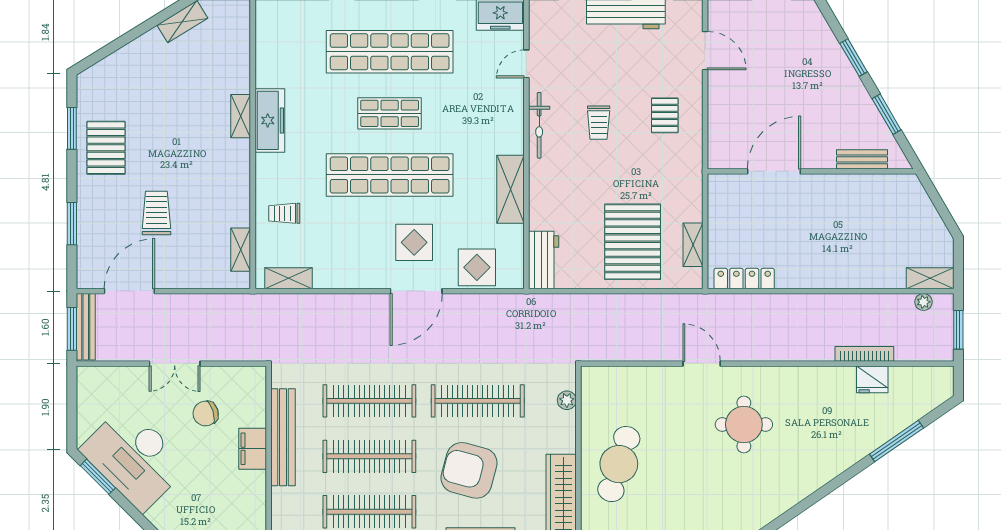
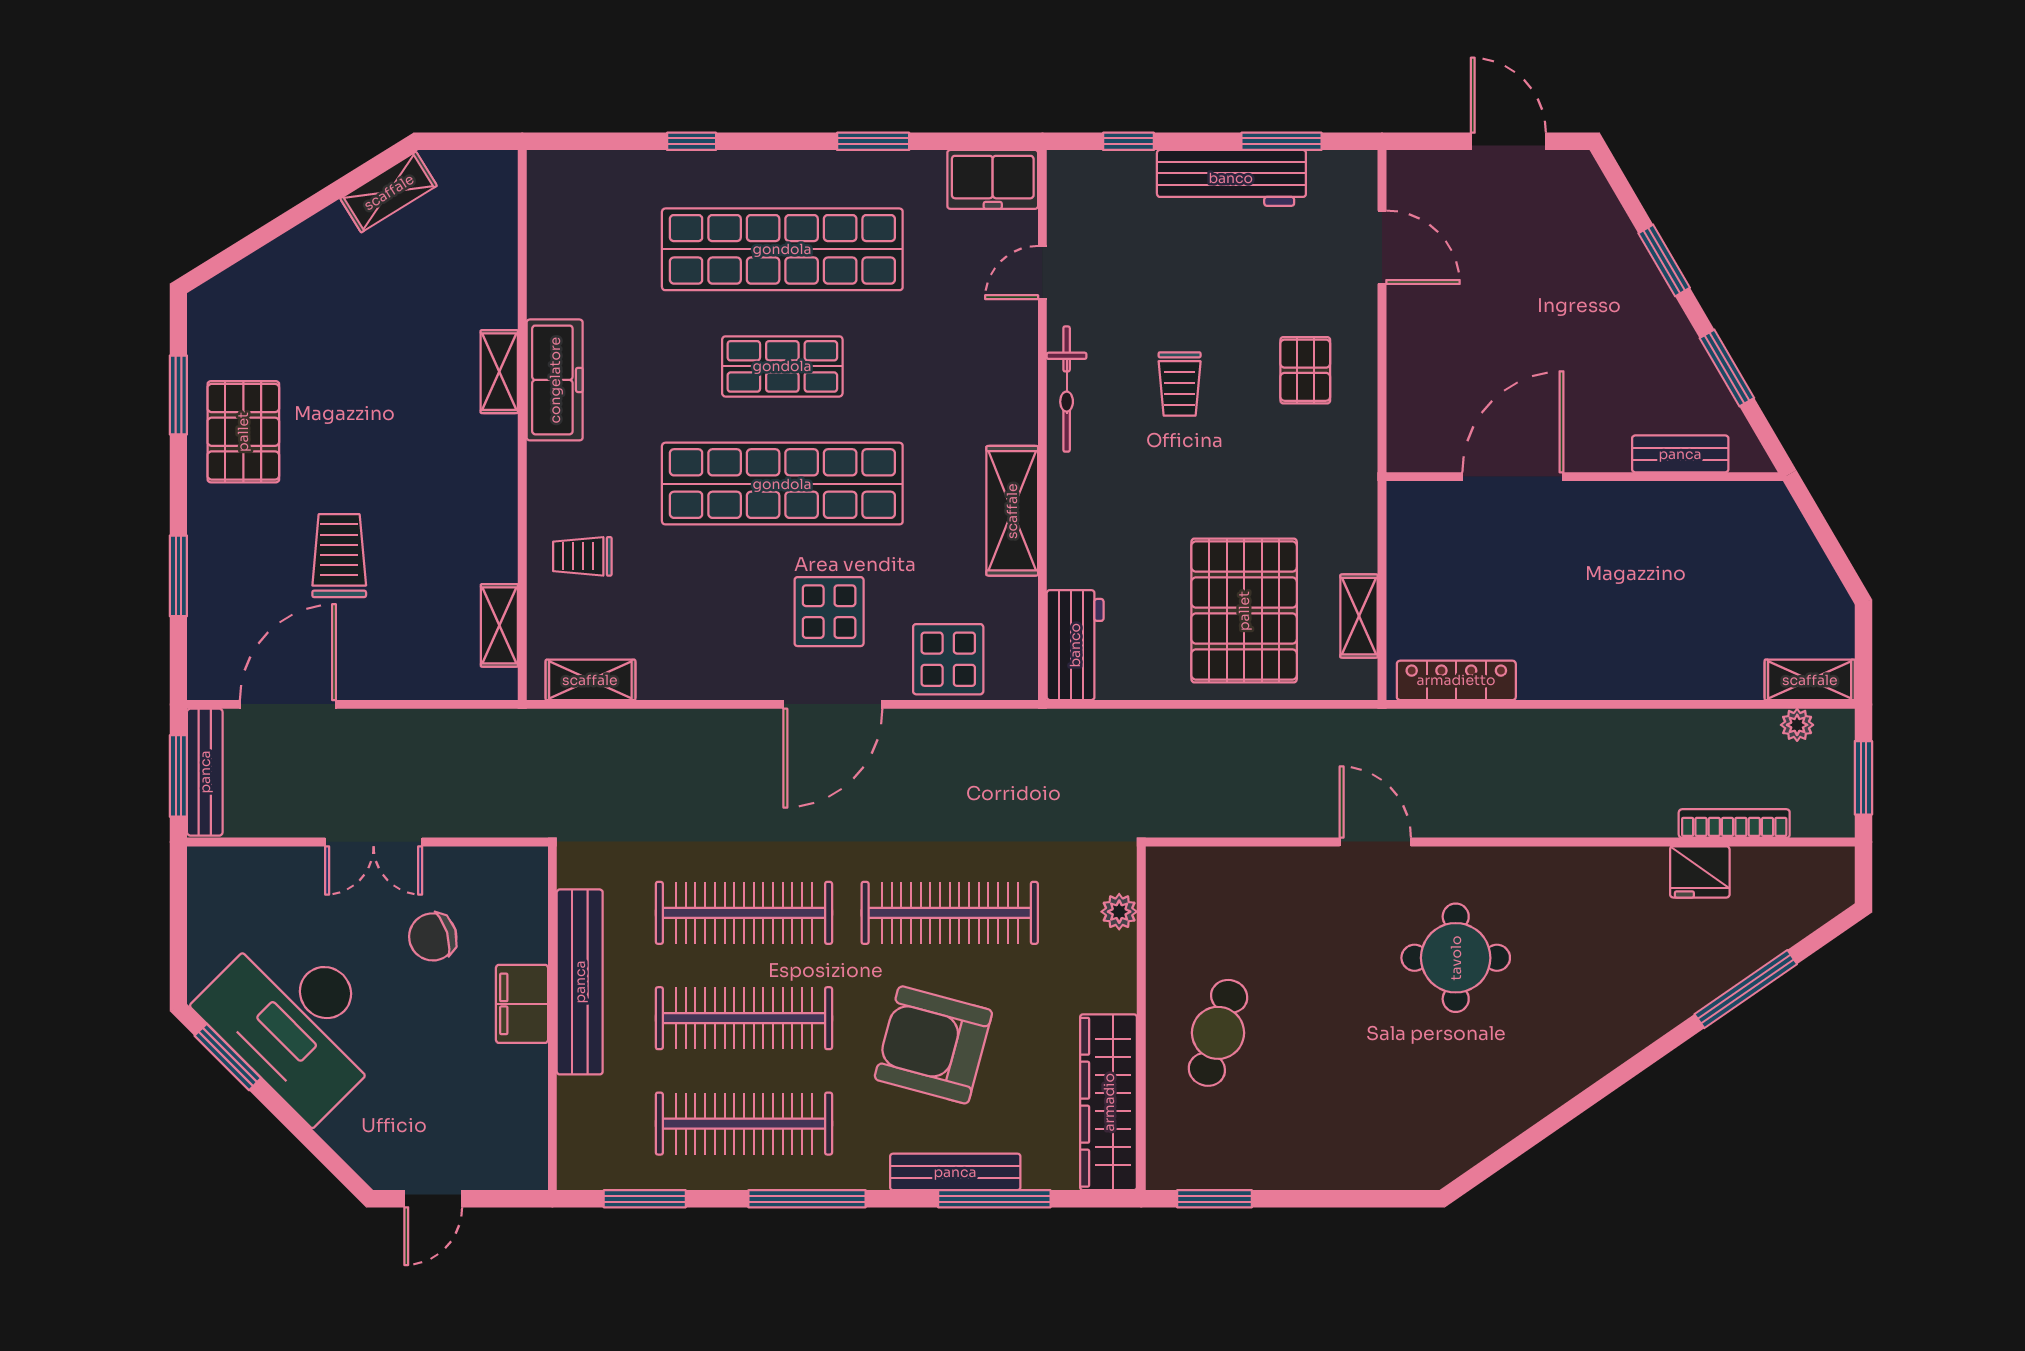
bookcase: (864, 354) -> (1734, 823), moved
cafe table: (619, 464) -> (1218, 1033), width x0.73, depth x0.74

